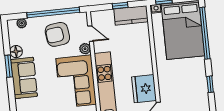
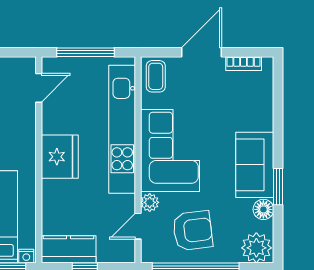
plant: (22, 23) -> (256, 248), width x1.88, depth x1.88
door: (91, 34) -> (138, 226), hinge flipped
fridge: (144, 89) -> (60, 157), moved

